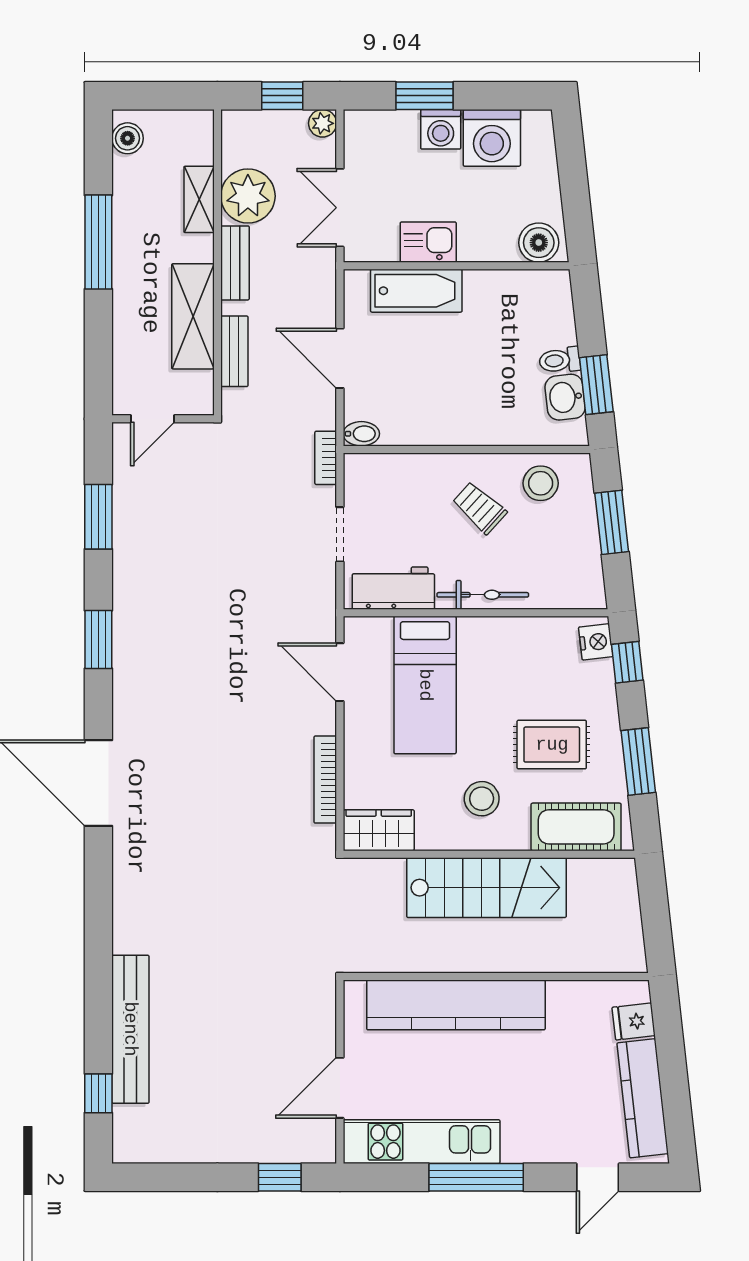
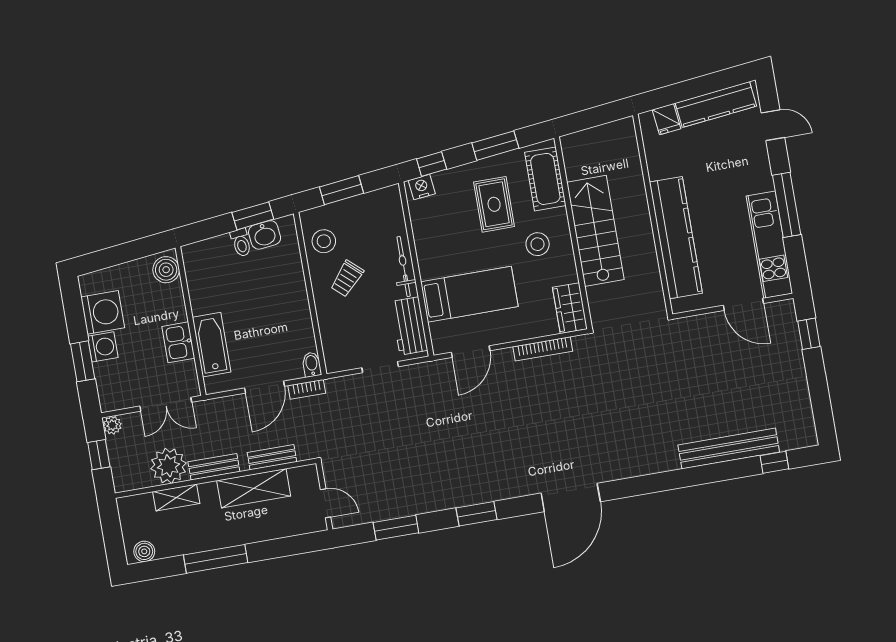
bookcase: (326, 458) -> (307, 389), moved

